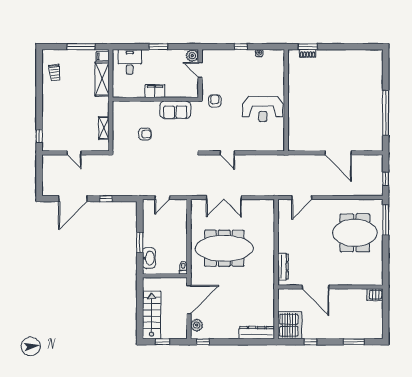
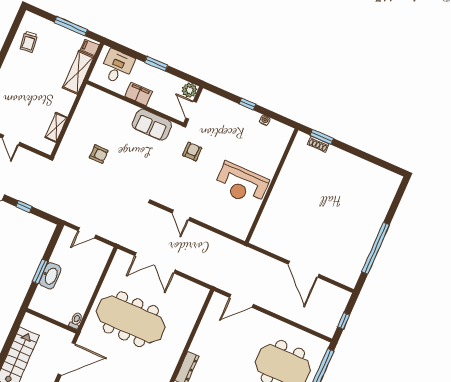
filing cabinet: (155, 91) -> (139, 94), moved
wall: (155, 99) -> (135, 103), moved
sofa: (175, 110) -> (152, 125), moved
washbasin: (149, 258) -> (50, 276), moved

